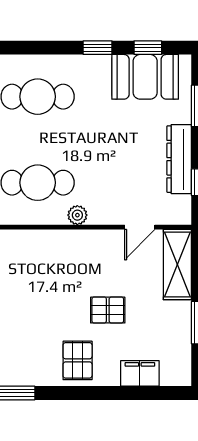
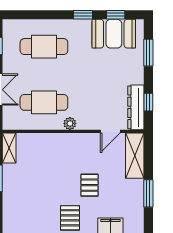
dresser: (179, 159) -> (136, 107), moved
pallet: (108, 310) -> (90, 185), turned 90

